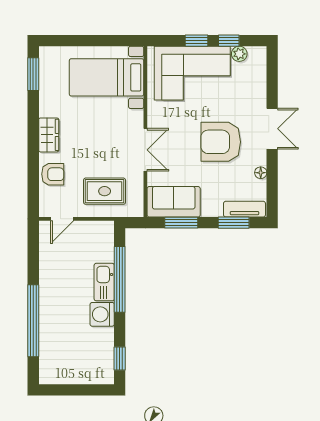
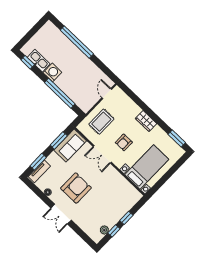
corner sofa: (192, 73) -> (115, 203), removed
armchair: (53, 174) -> (124, 142), moved
kitchen sink: (104, 282) -> (39, 61), moved

